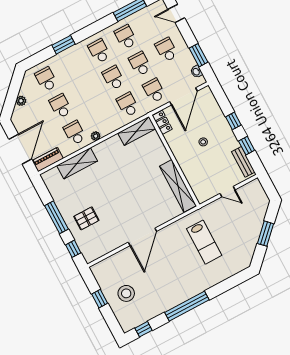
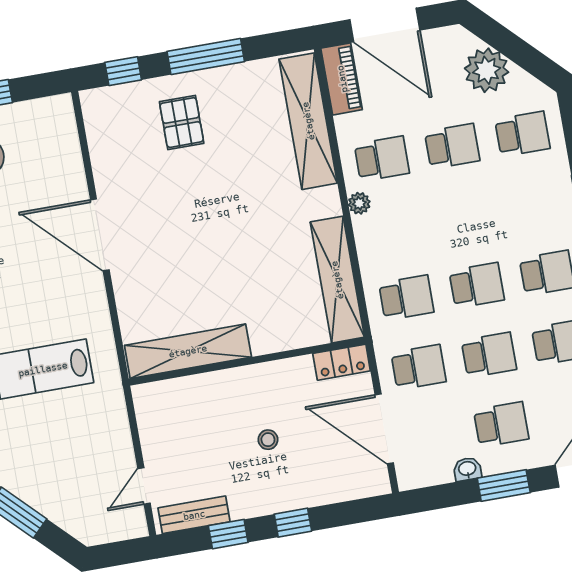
window: (198, 55) -> (504, 485), moved
washbasin: (196, 72) -> (467, 469), moved
plant: (21, 101) -> (487, 70), width x1.88, depth x1.88
shelving: (137, 131) -> (337, 280), width x1.47
shelving: (77, 163) -> (308, 121), width x1.47
door: (227, 192) -> (144, 486), moved

